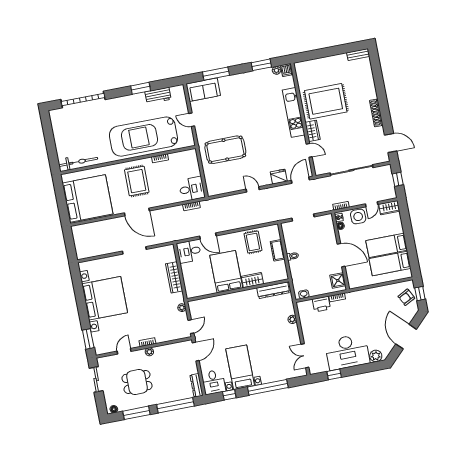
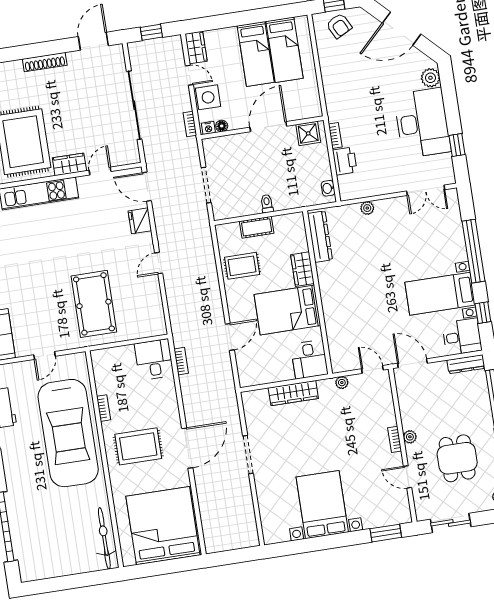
desk: (189, 251) -> (309, 359), moved
bed with nightstands: (105, 298) -> (322, 505), width x0.73

